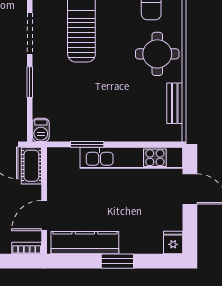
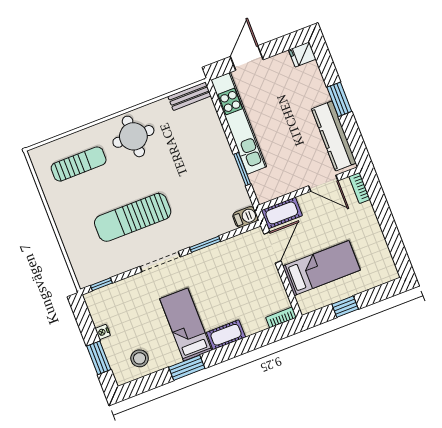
bench: (175, 103) -> (189, 96), moved

